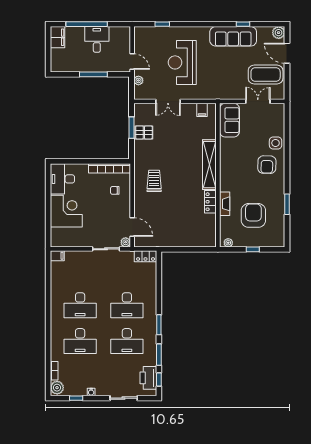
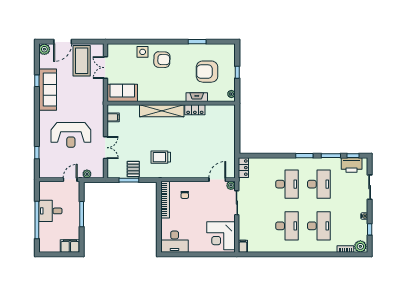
filing cabinet: (58, 37) -> (70, 246), moved
trolley: (154, 181) -> (161, 157), moved
corner desk: (66, 211) -> (221, 236), moved, turned -90

